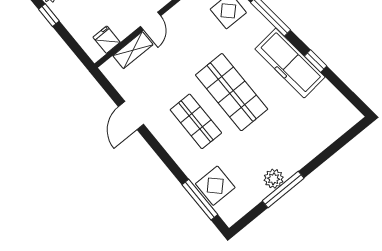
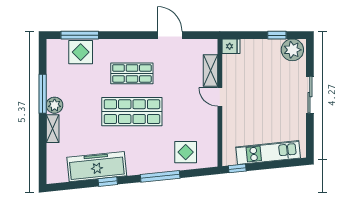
fridge: (107, 40) -> (231, 46), moved
freezer: (290, 63) -> (97, 167), moved
shelving: (308, 153) -> (53, 129), added
plant: (274, 179) -> (55, 105), moved

